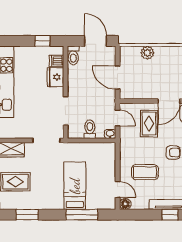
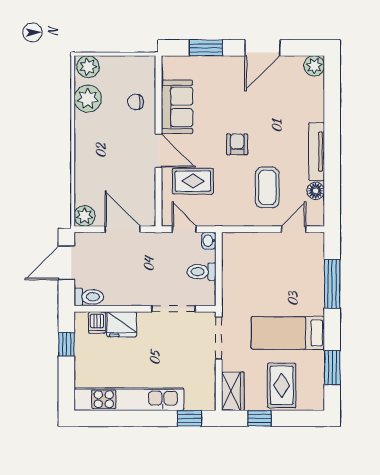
plant: (147, 53) -> (85, 216), moved
door: (118, 78) -> (123, 229), swing flipped
door: (118, 118) -> (184, 229), hinge flipped
bed: (75, 186) -> (288, 333), moved
floor lamp: (125, 204) -> (316, 191), moved
window: (170, 215) -> (332, 149), removed

